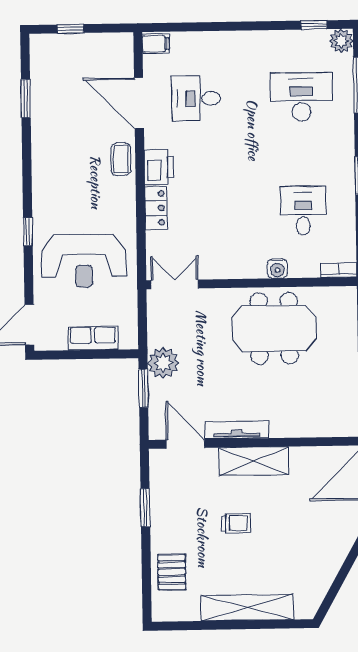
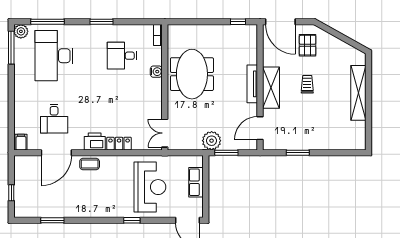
window: (314, 25) -> (11, 48), width x2.17
desk: (301, 97) -> (54, 56), width x1.36, depth x1.30
tv unit: (237, 430) -> (252, 84), moved
trolley: (236, 523) -> (307, 84), moved
pallet: (172, 572) -> (308, 45), moved, turned 90

